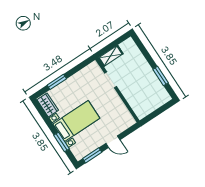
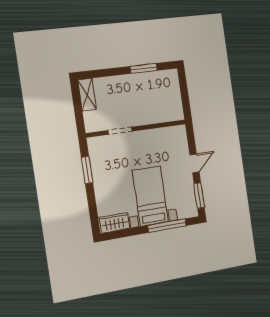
shelving: (111, 56) -> (87, 95), moved
window: (57, 82) -> (87, 170), moved
window: (62, 142) -> (167, 226), width x1.44

